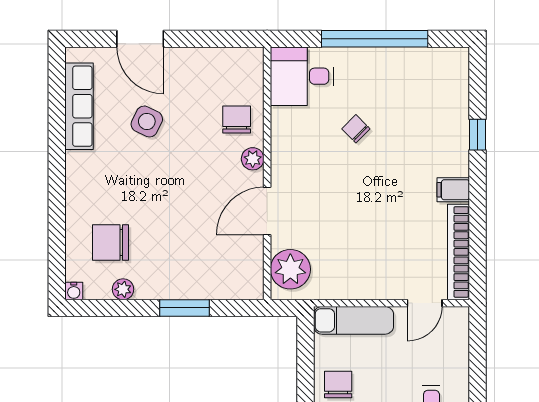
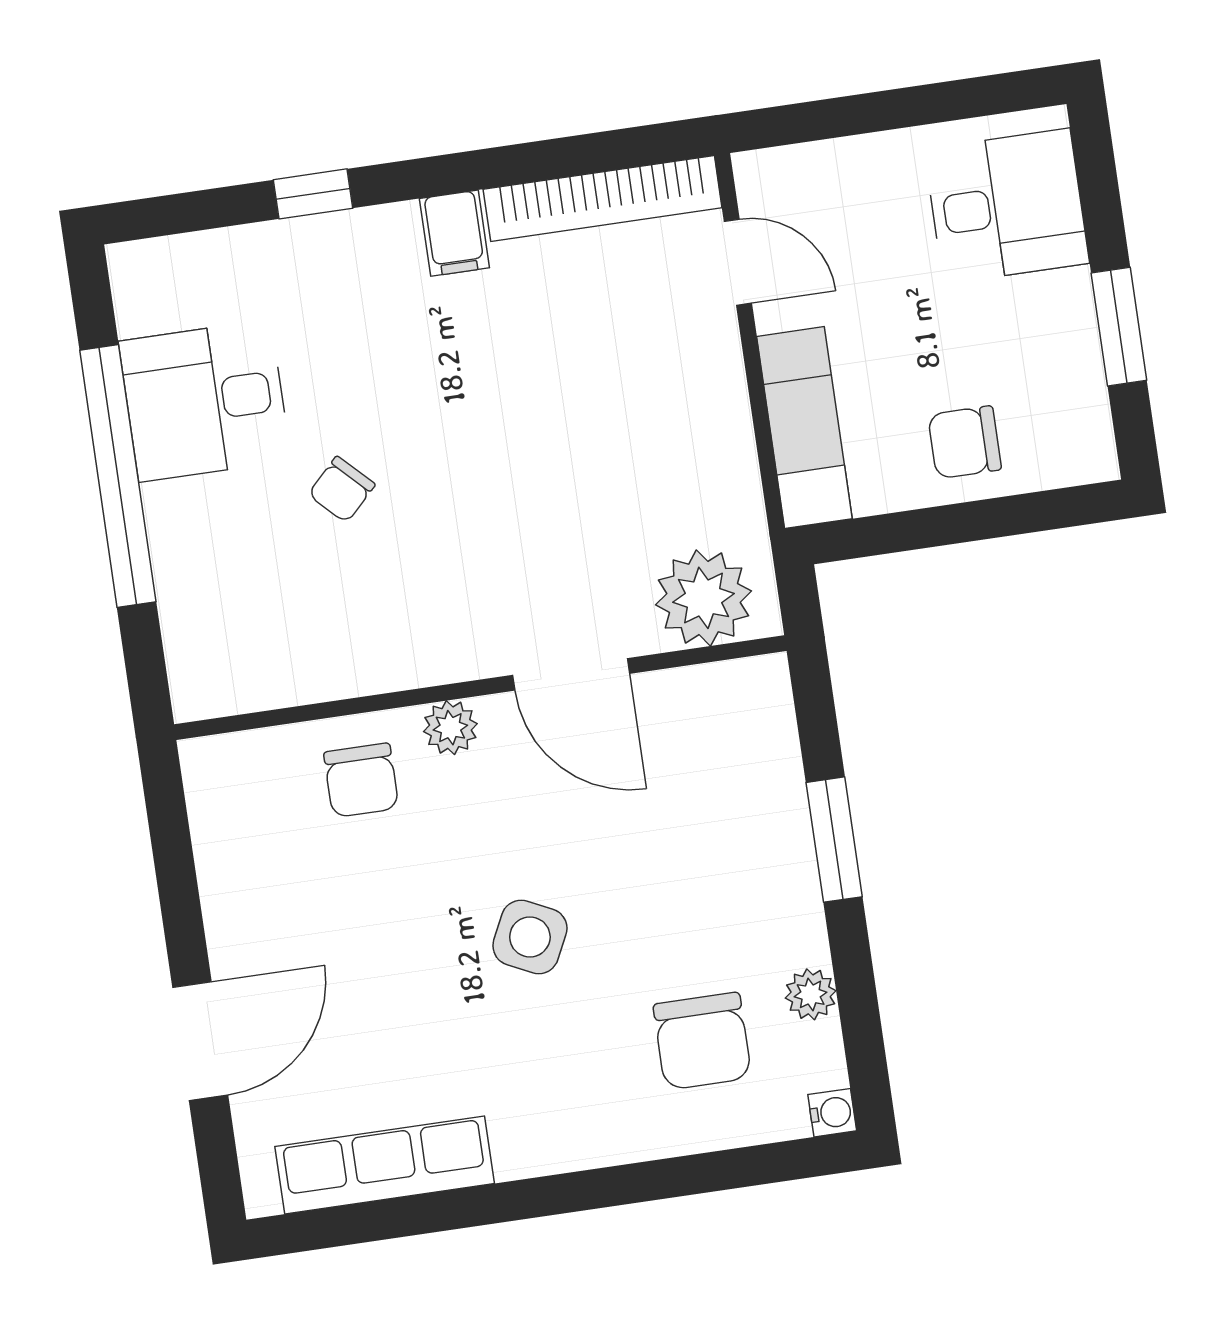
desk: (302, 76) -> (205, 401), moved, turned 90
chair: (237, 119) -> (361, 780), turned -90
side table: (147, 121) -> (530, 937), moved

